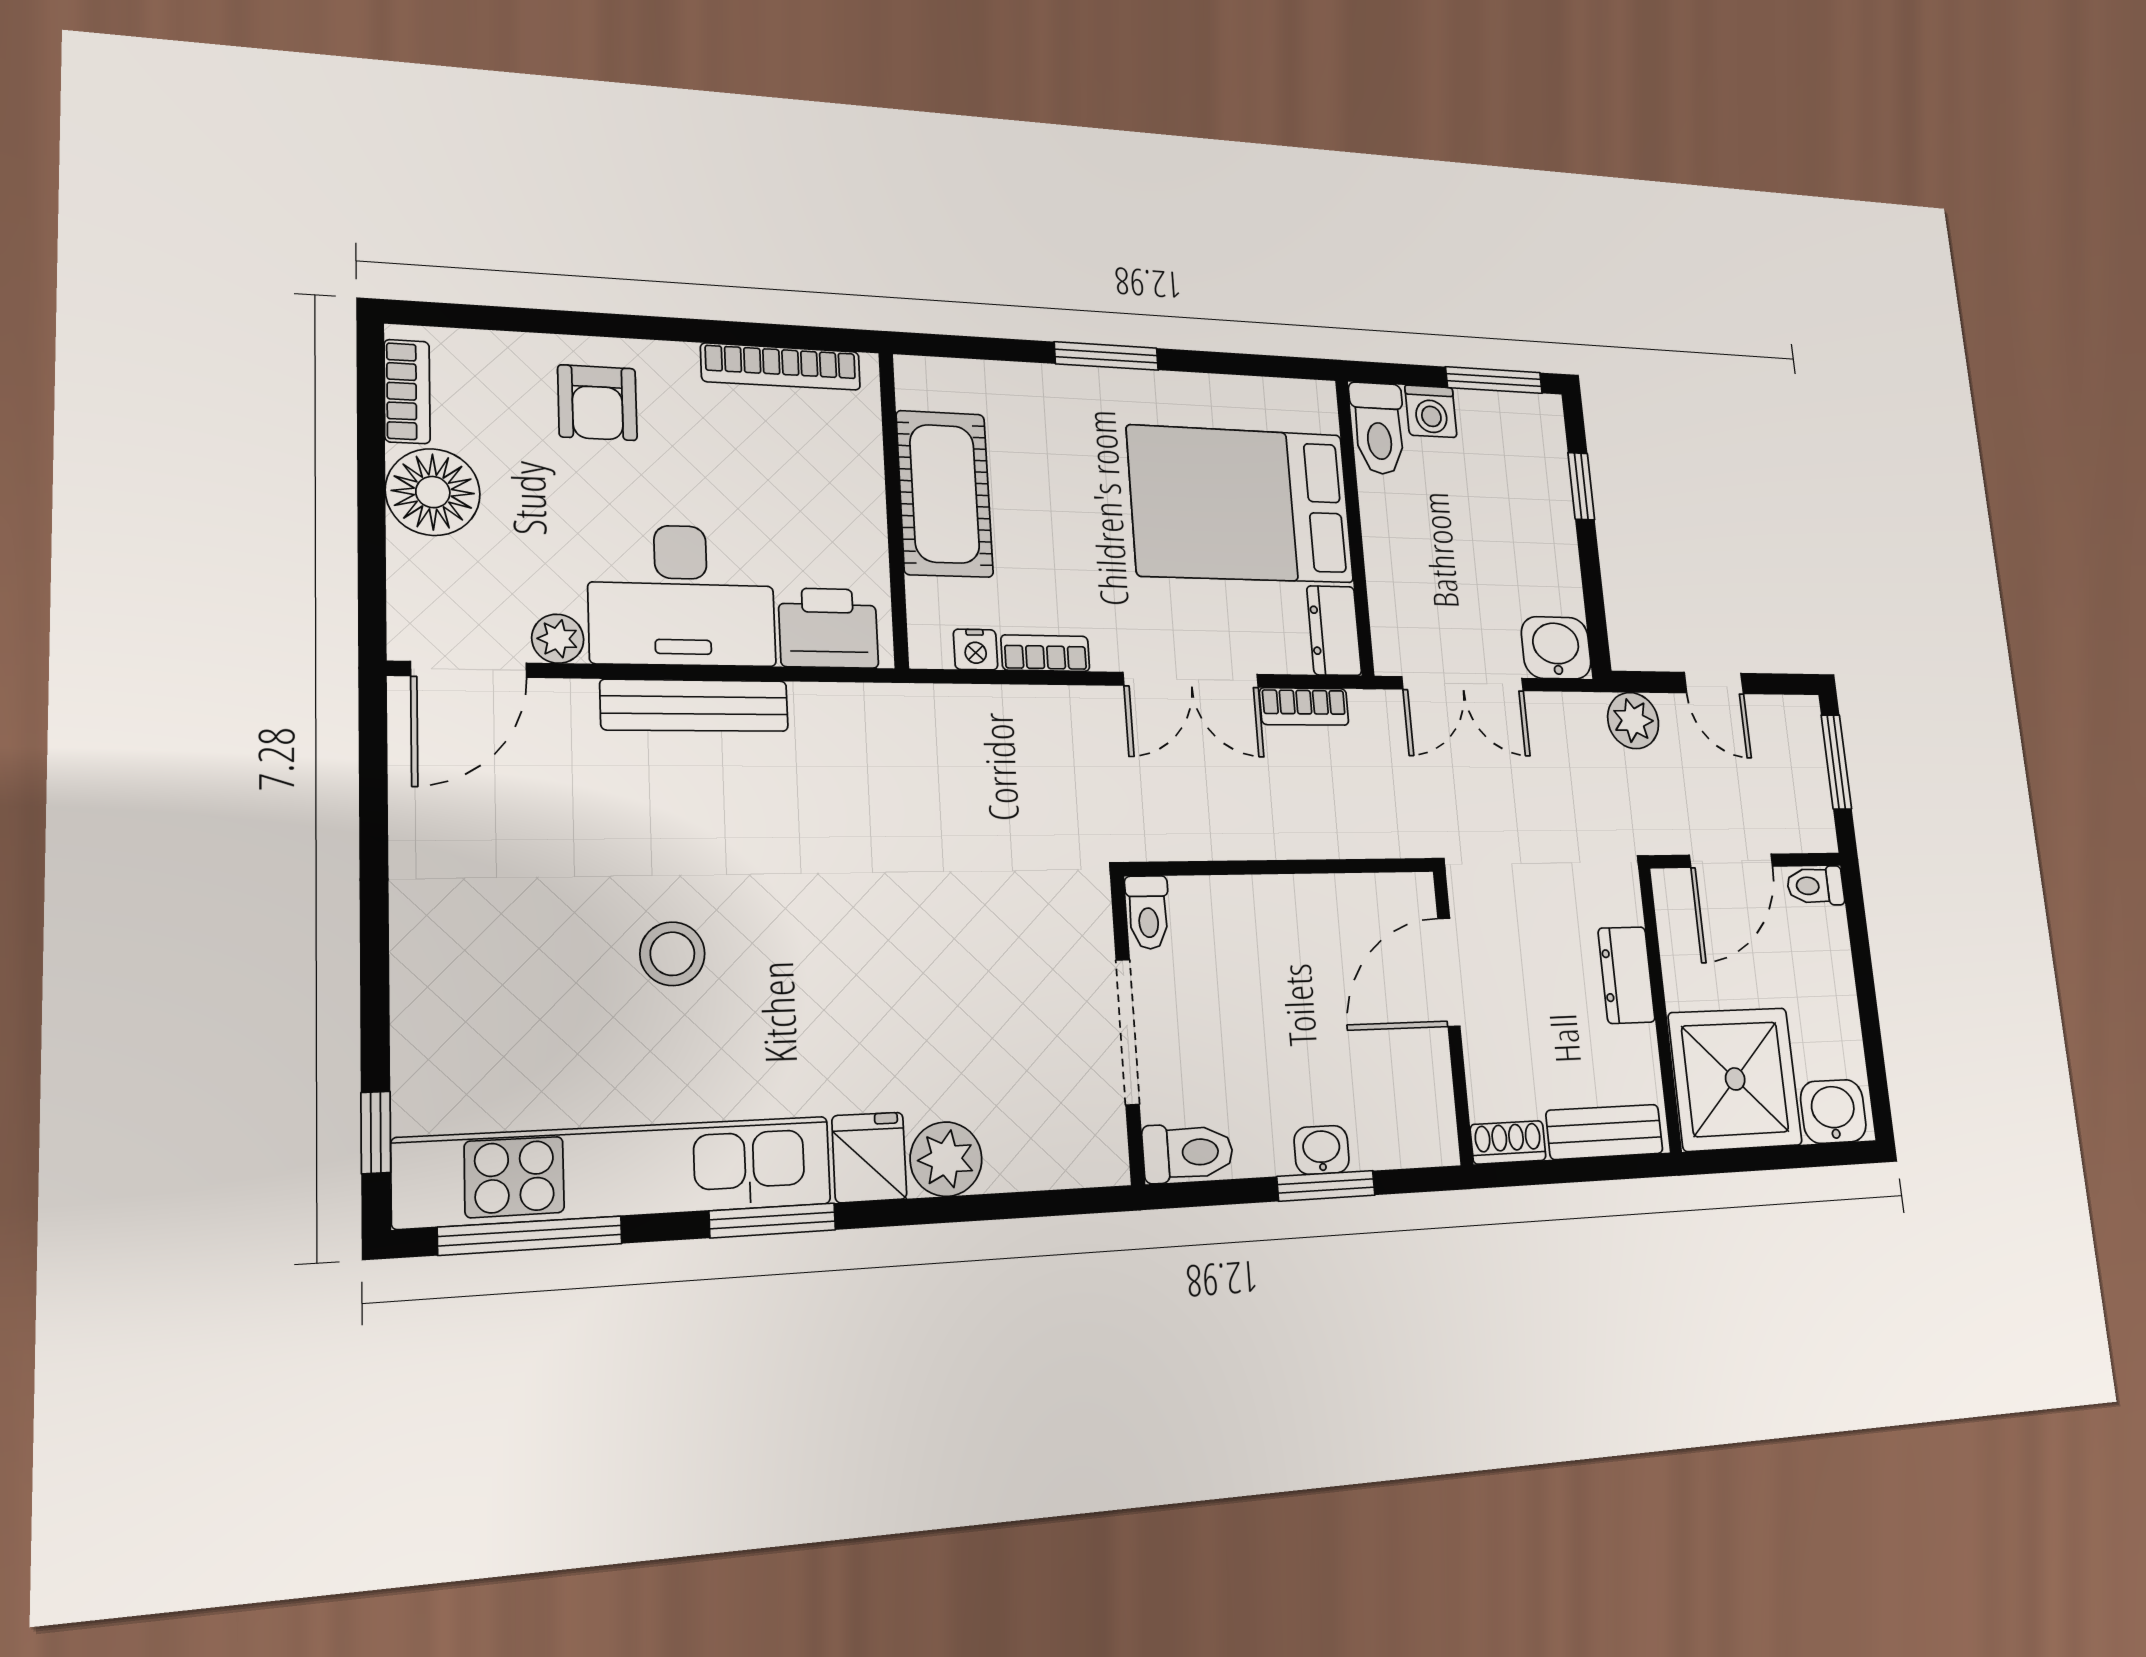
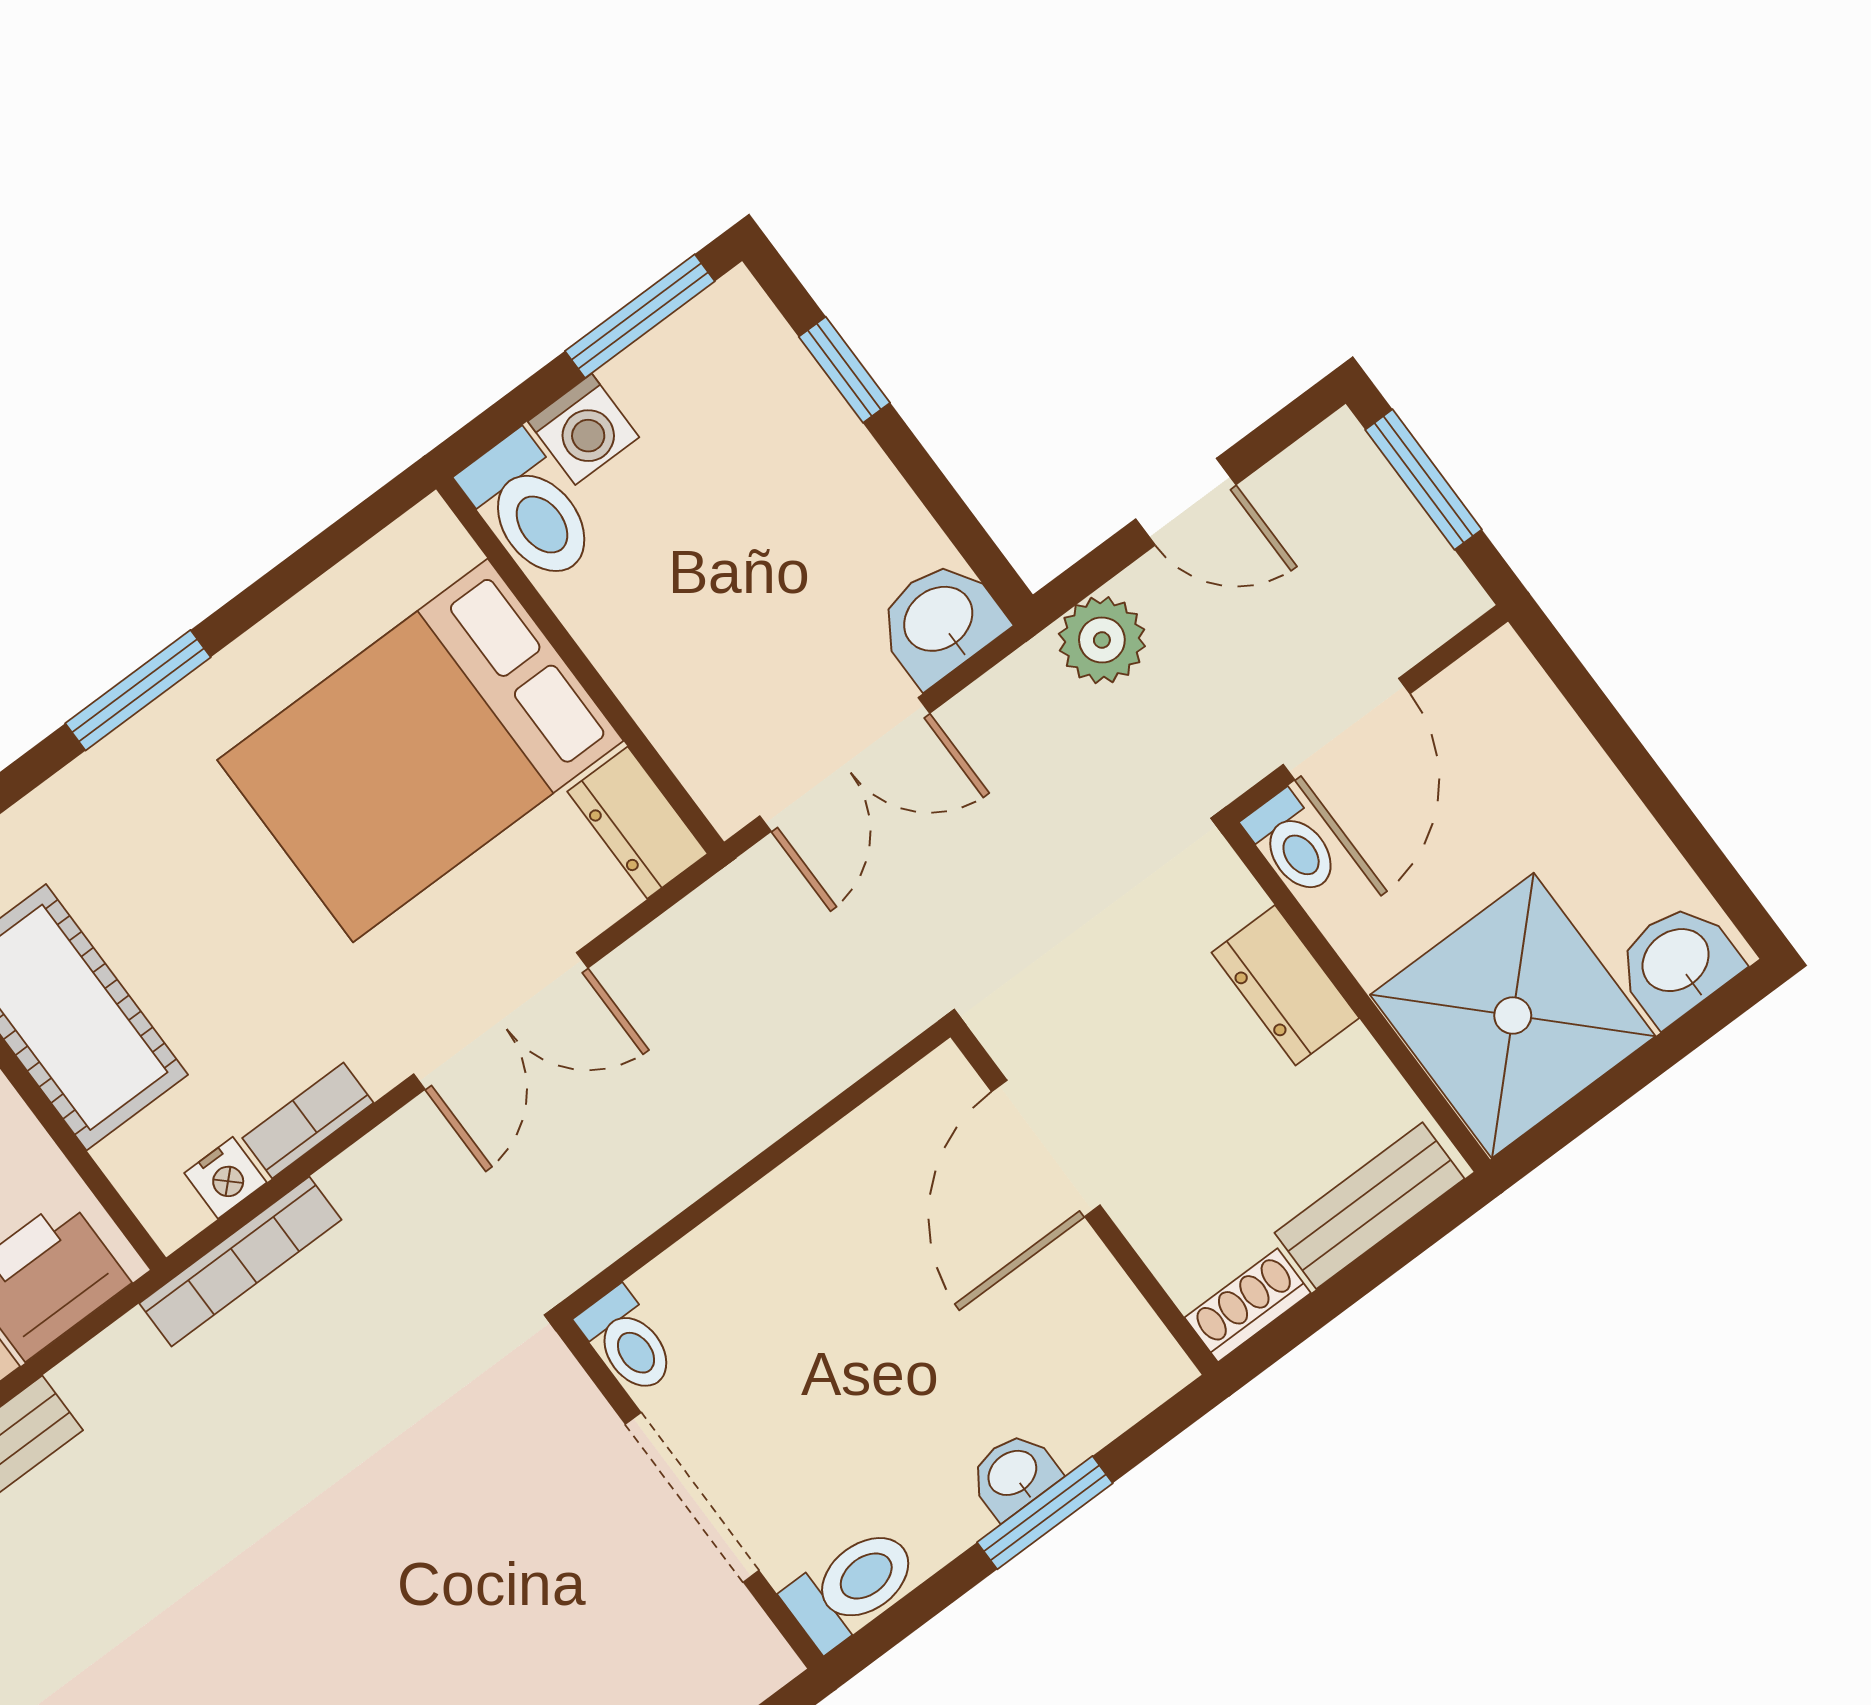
bookcase: (1304, 707) -> (240, 1261), moved, width x1.56
toilet: (1815, 886) -> (1293, 844), moved, turned -90

